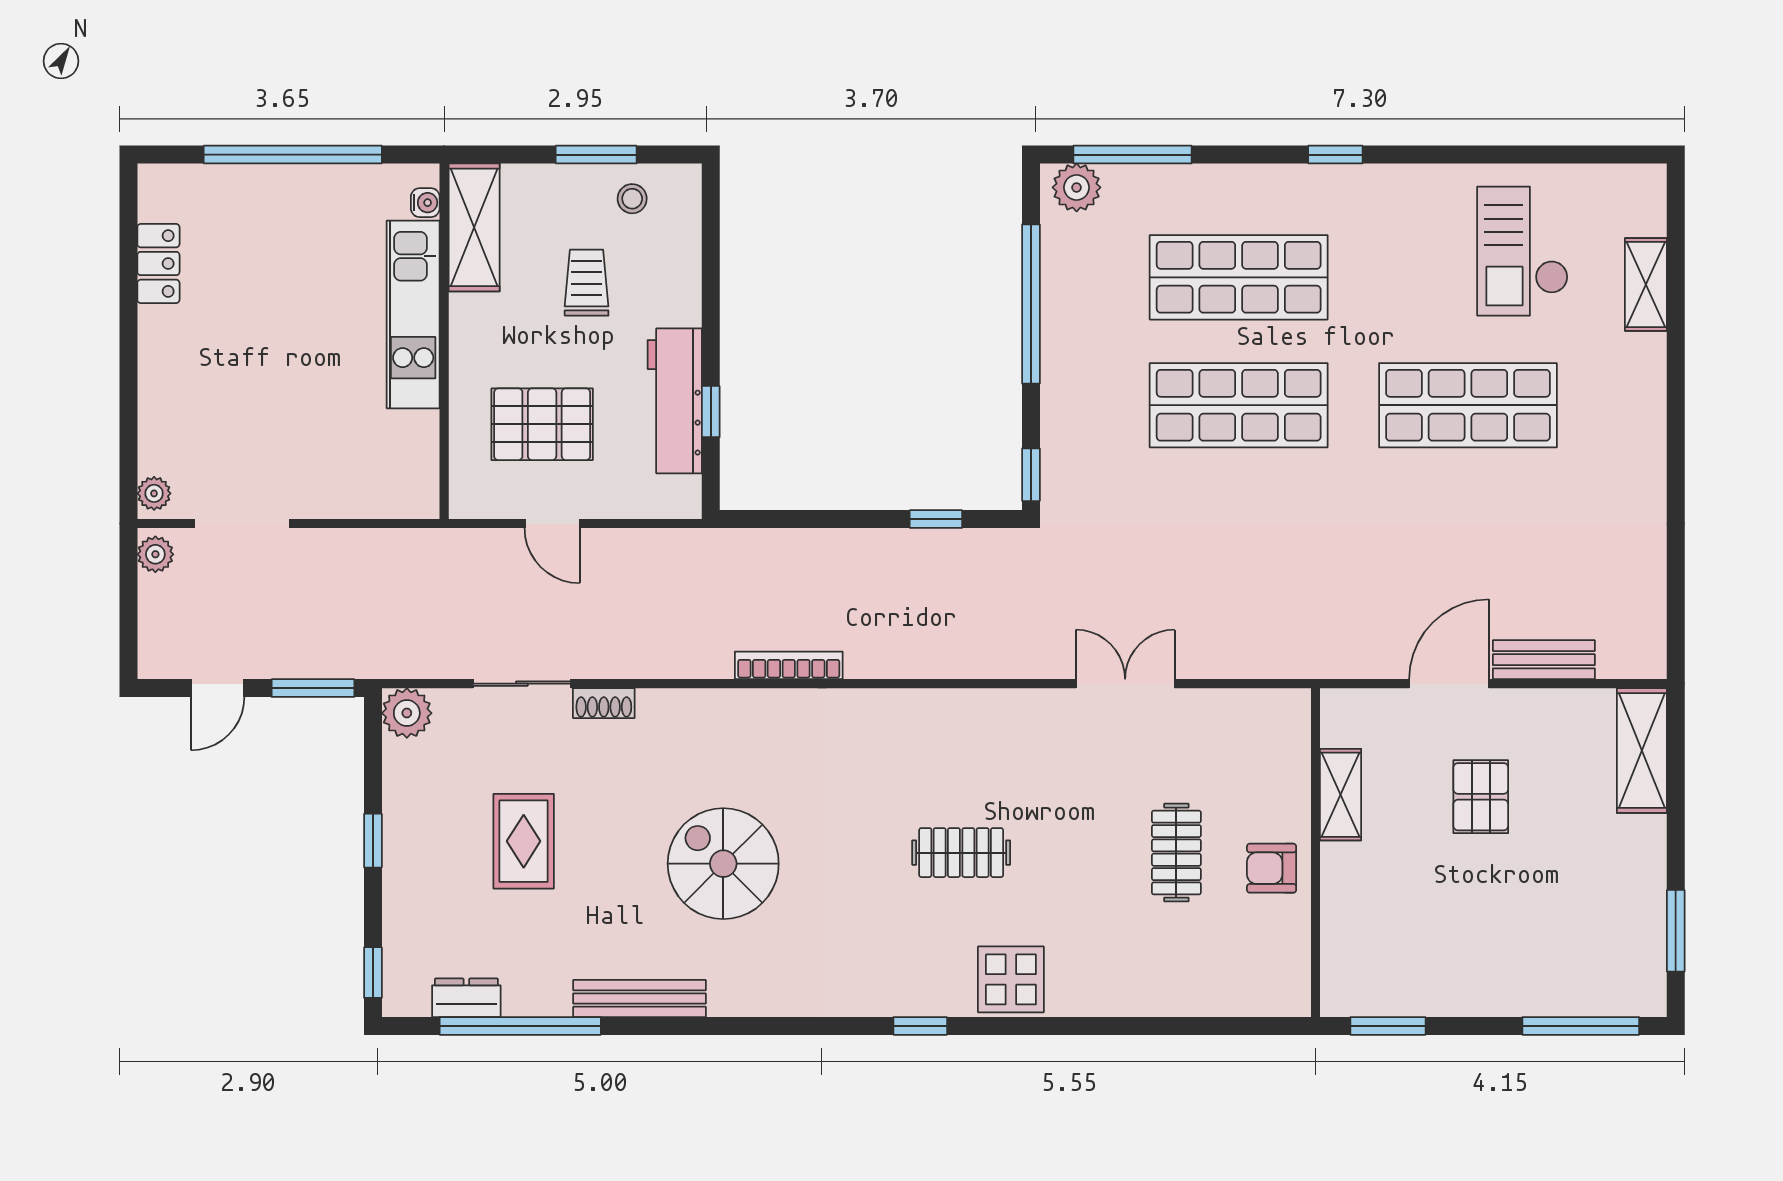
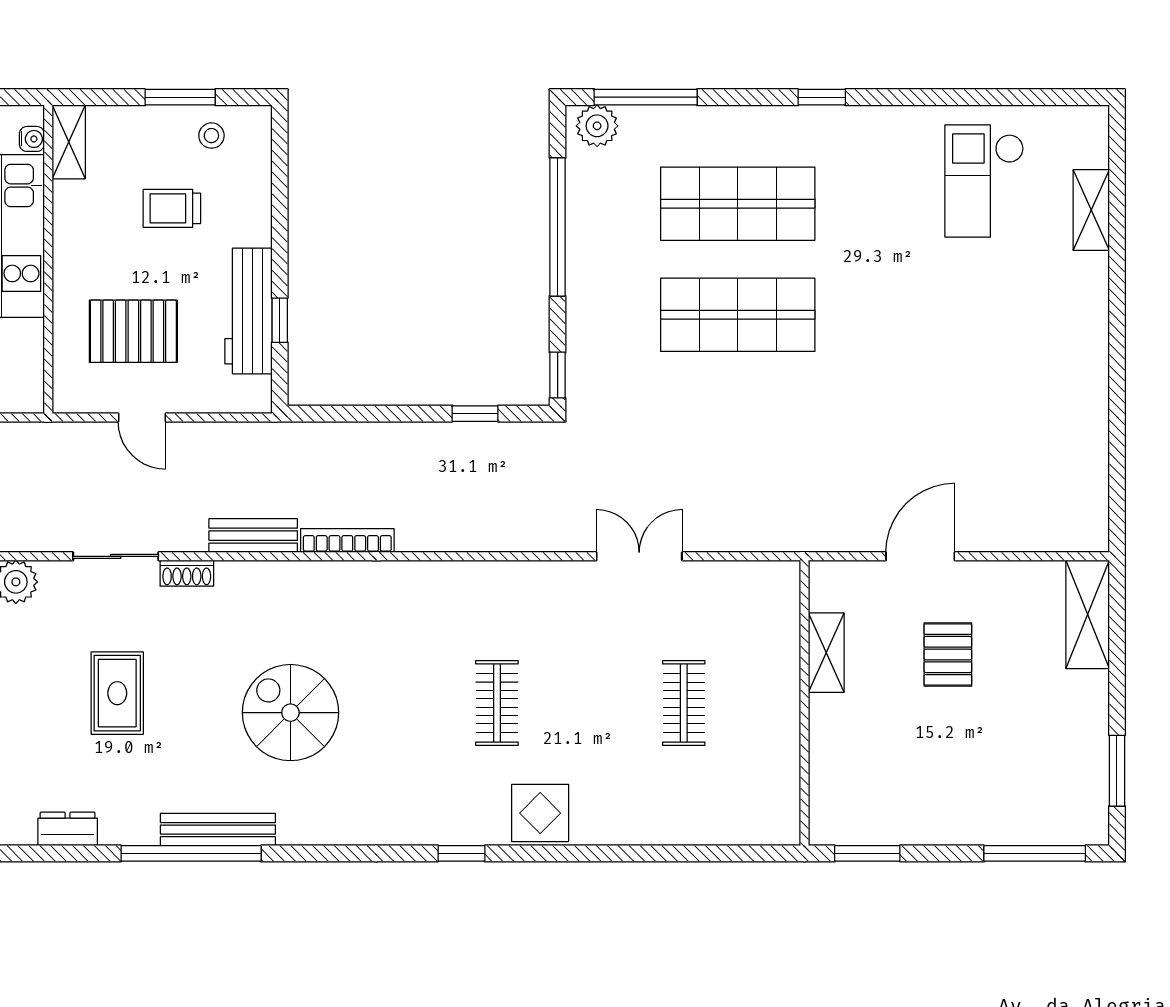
shelving: (474, 227) -> (69, 142), width x0.67, depth x0.75
trolley: (587, 283) -> (172, 208), turned -90
shop shelf: (1468, 405) -> (937, 315), removed
bench: (1544, 660) -> (253, 536), moved
clothes rail: (961, 853) -> (497, 703), turned 90
armchair: (1272, 868) -> (766, 717), removed
window: (520, 1026) -> (191, 853), moved

